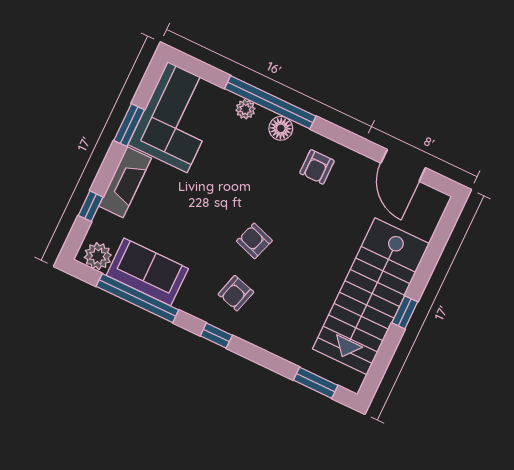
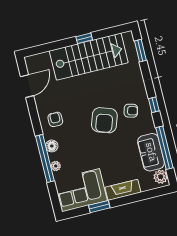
armchair: (317, 167) -> (55, 119), turned -90
window: (91, 206) -> (143, 196), removed
armchair: (254, 241) -> (104, 120), width x1.88, depth x1.88

